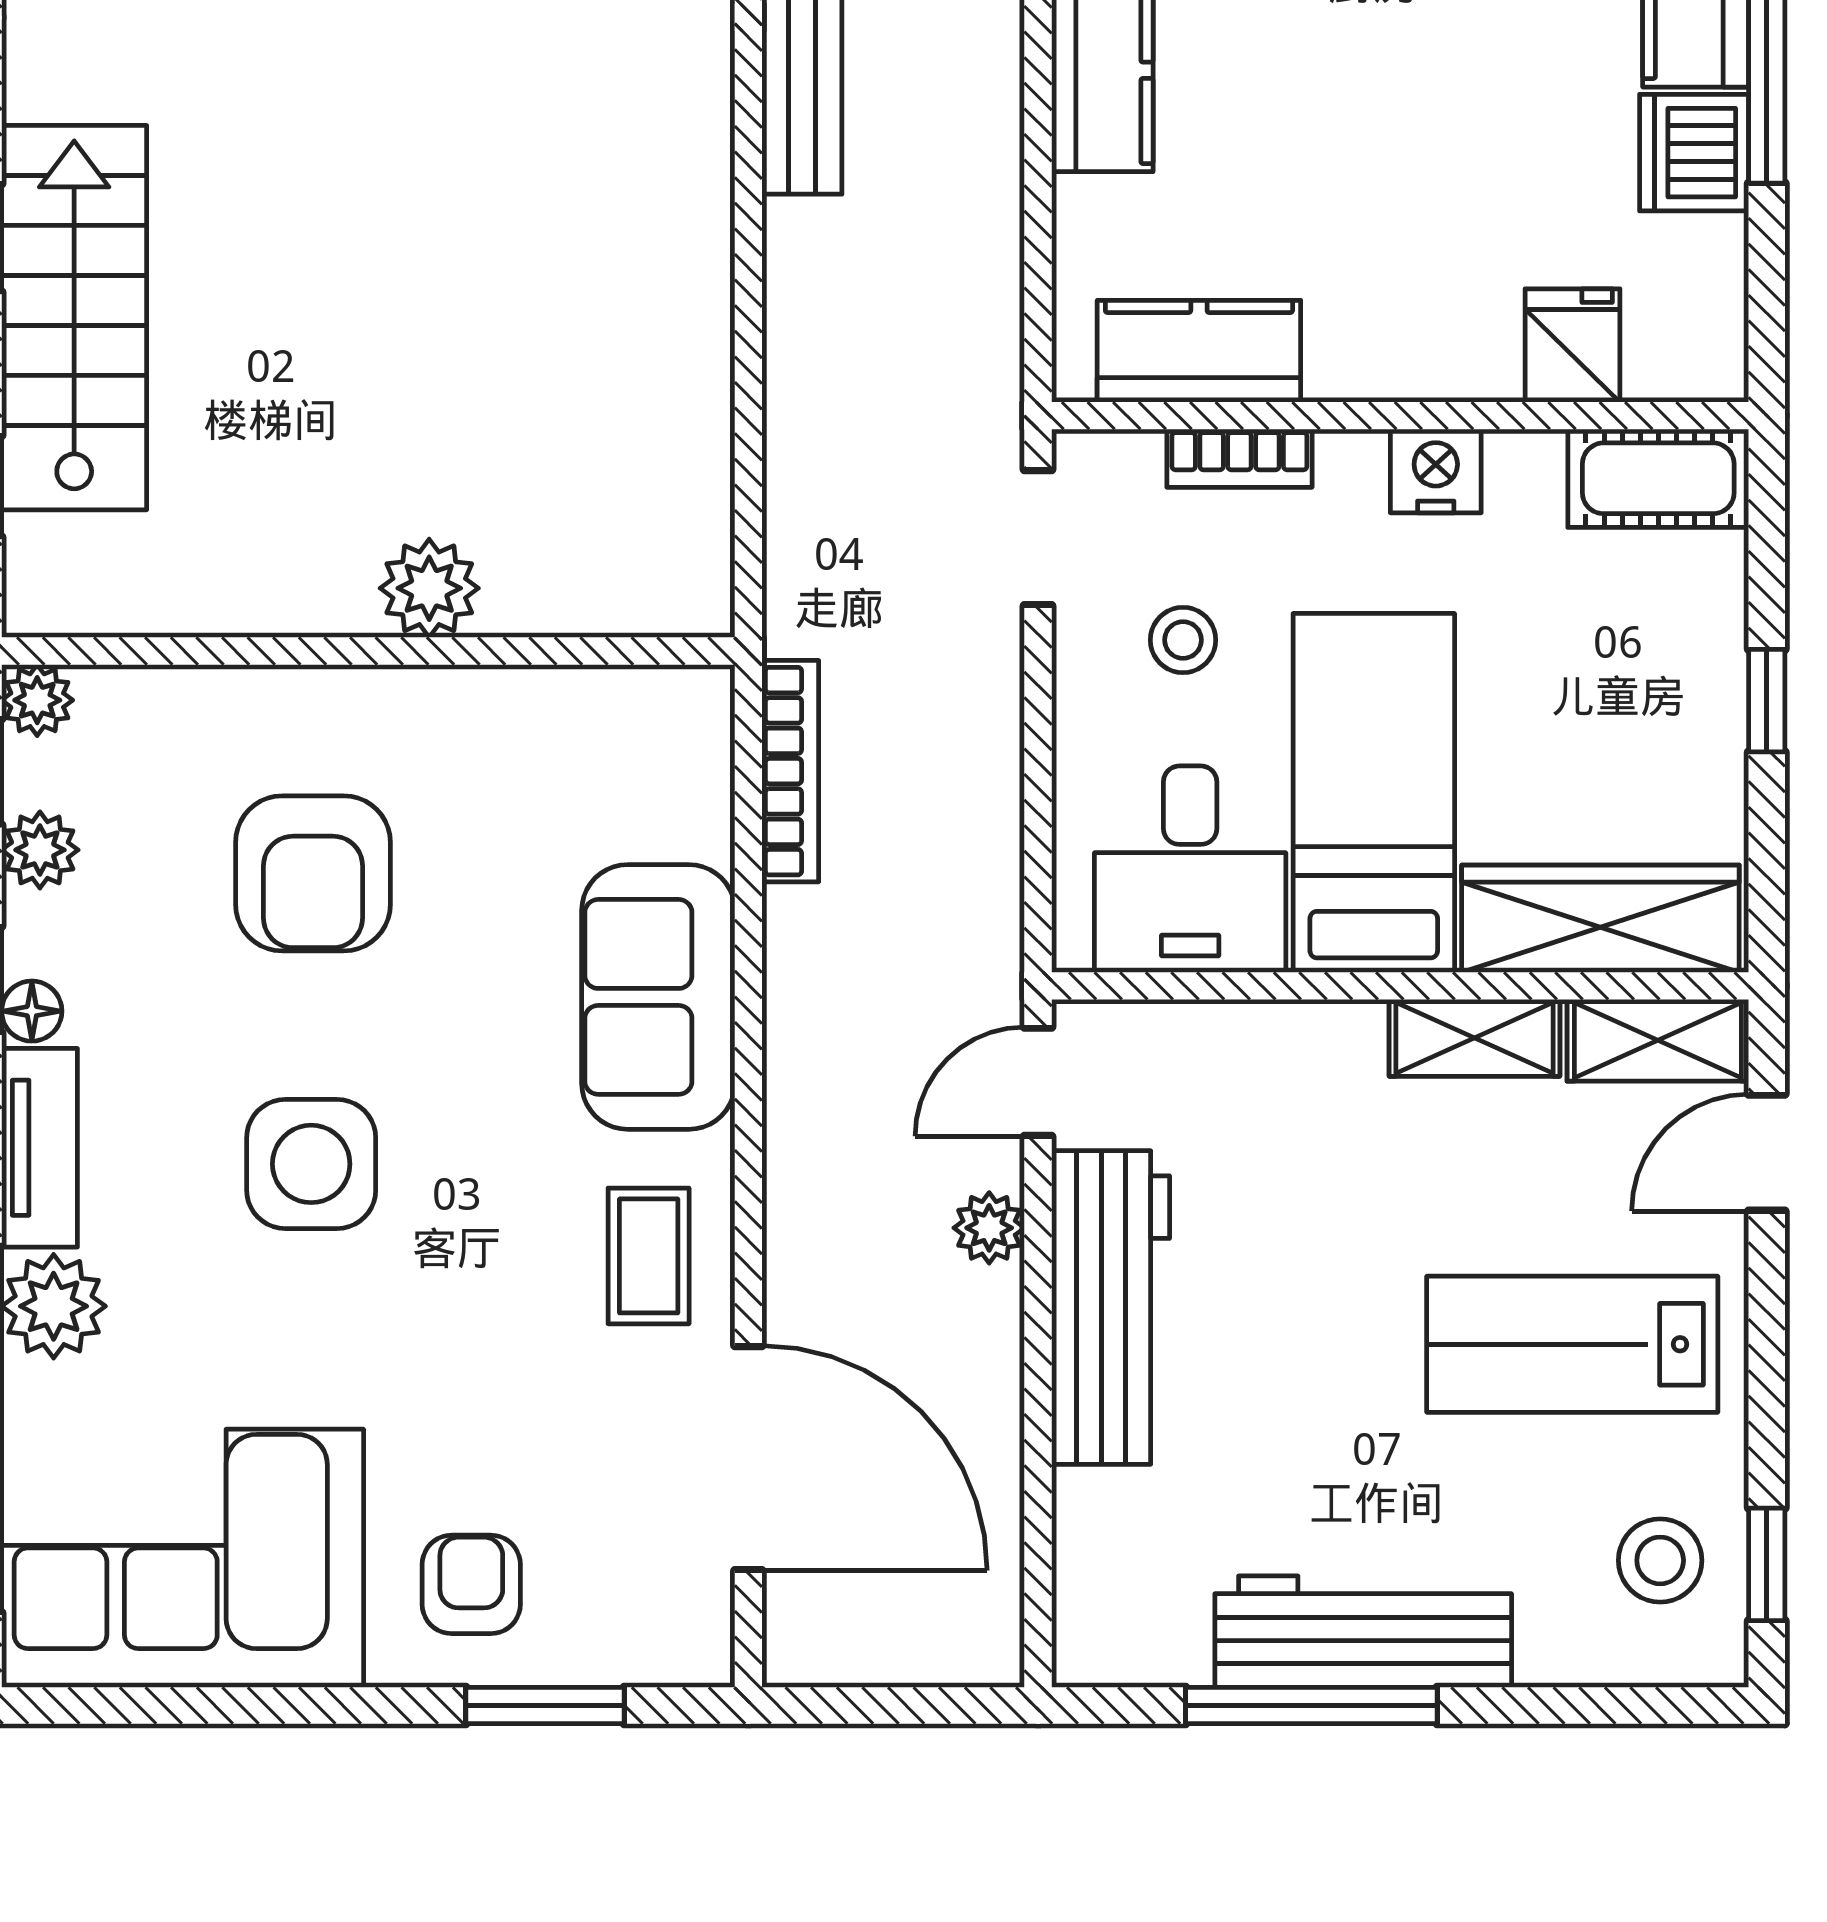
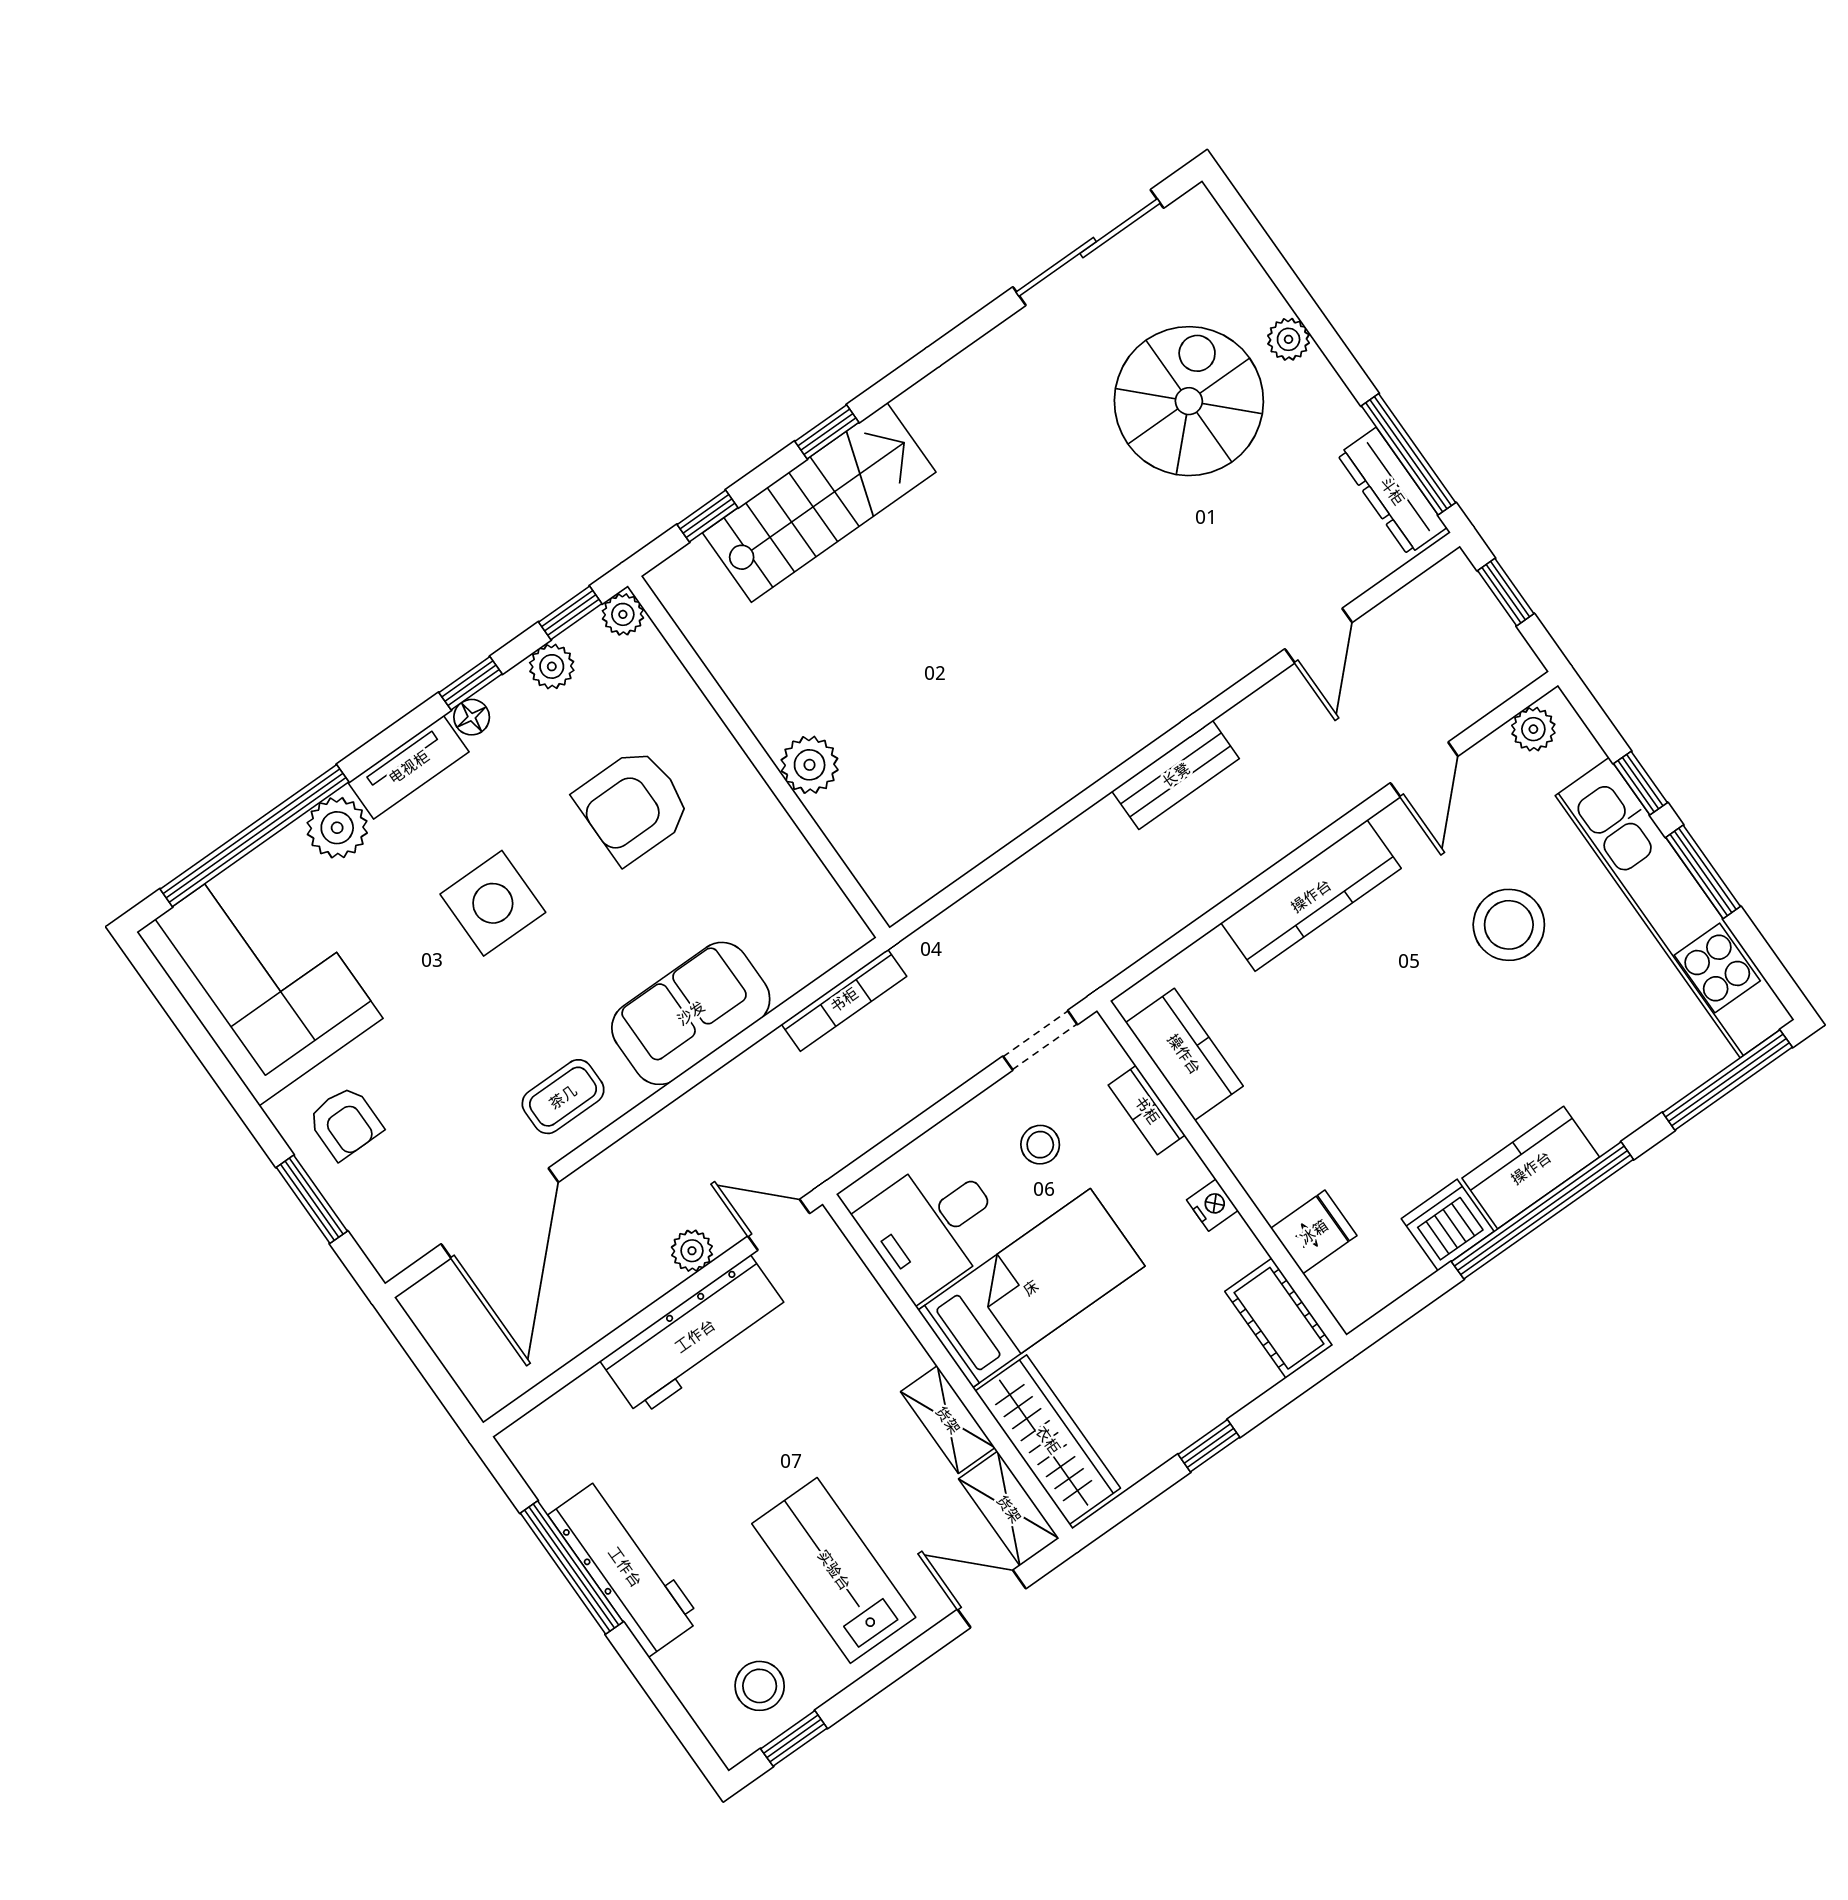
nightstand: (1436, 471) -> (1212, 1205), width x0.72, depth x0.74
armchair: (471, 1584) -> (345, 1123), turned 90

